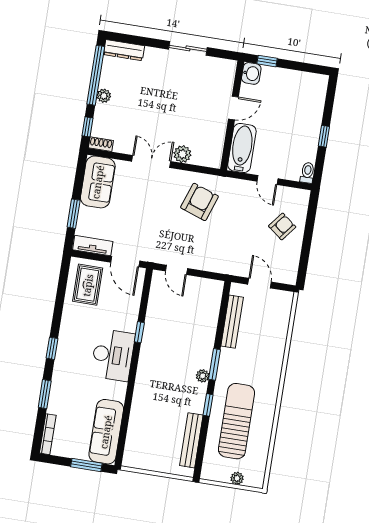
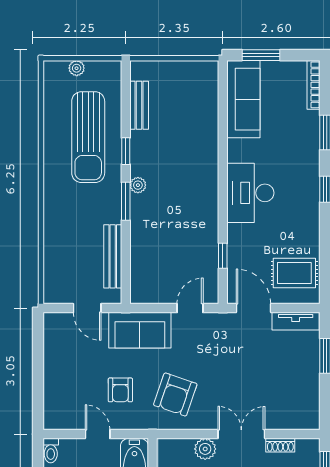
shoe rack: (101, 144) -> (280, 445), moved
double door: (151, 161) -> (241, 434), swing flipped
sofa: (98, 182) -> (140, 330), moved, turned -90
armchair: (282, 226) -> (120, 390), moved, turned -38
door: (176, 270) -> (190, 308), hinge flipped
rug: (88, 285) -> (294, 273), turned 90
window: (139, 332) -> (223, 256), moved
bench: (191, 440) -> (139, 105), width x0.73

